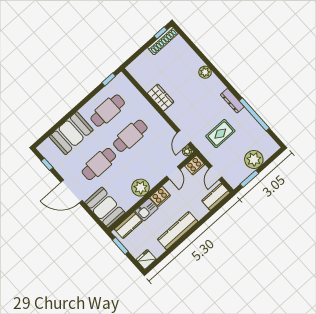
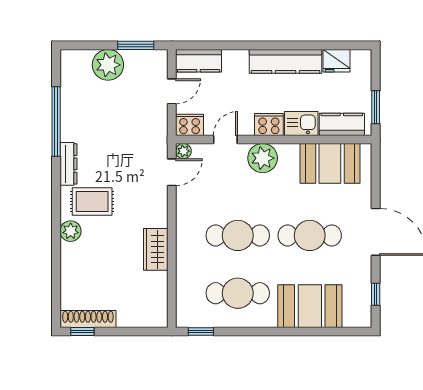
rug: (220, 134) -> (92, 201), moved
plant: (141, 188) -> (263, 158), moved
booth: (105, 208) -> (330, 163), moved, turned 90
fridge: (146, 259) -> (336, 61), moved

